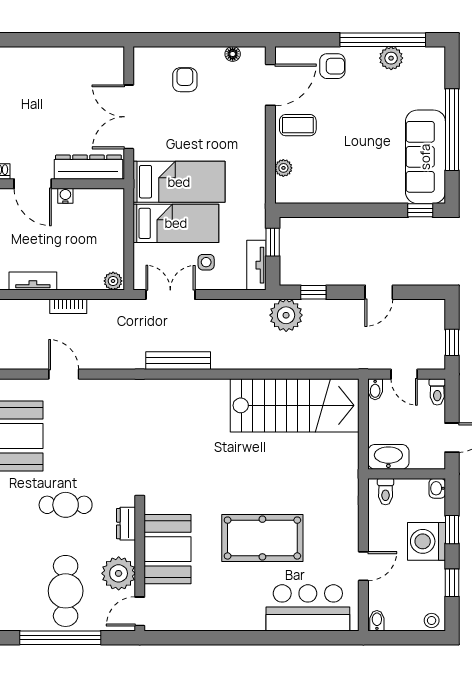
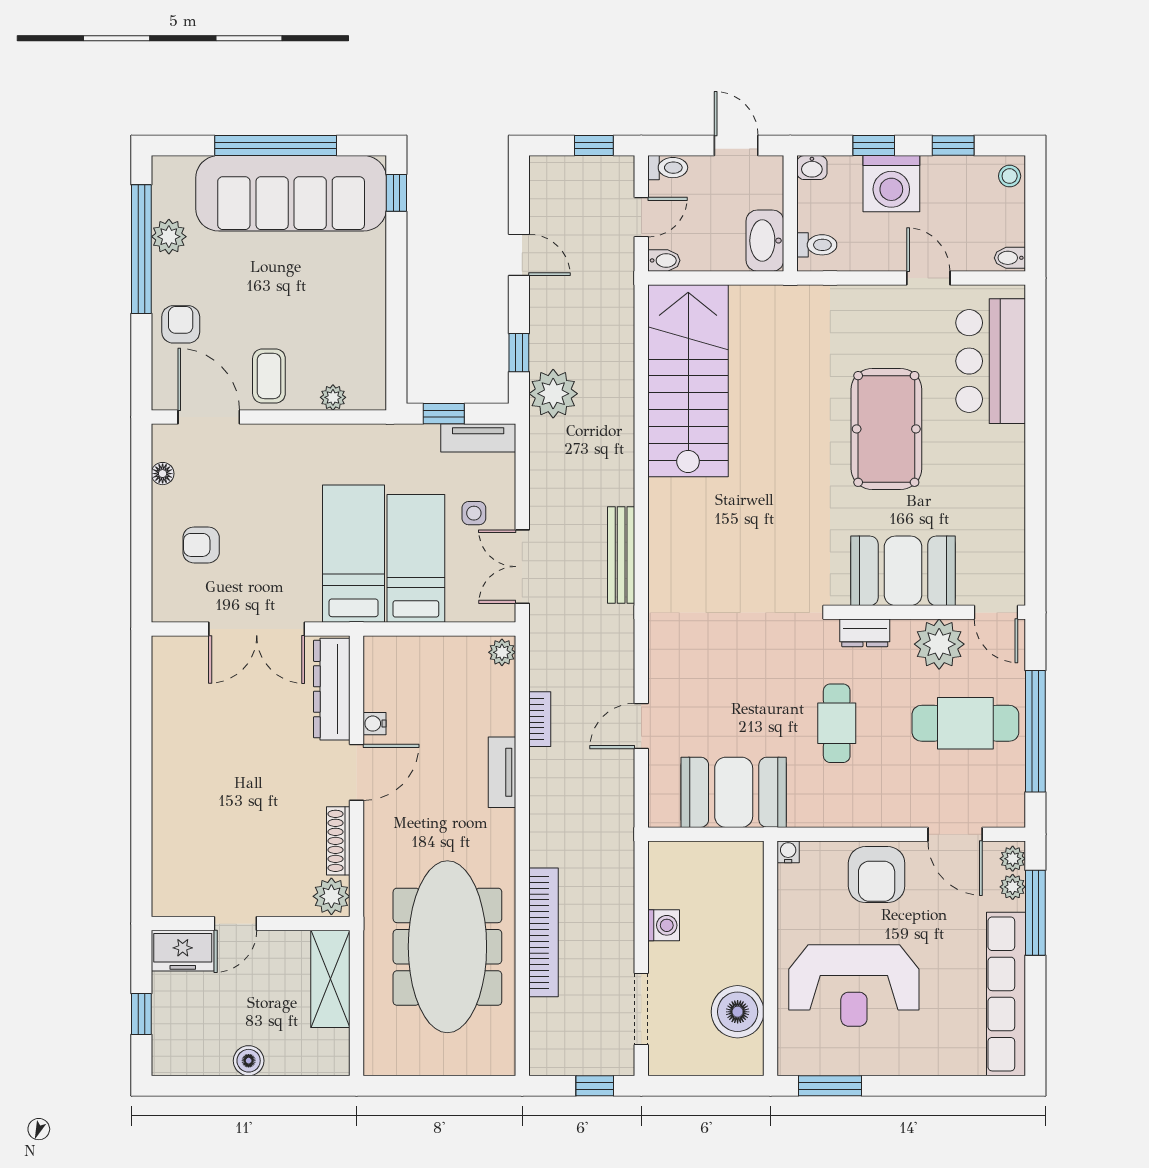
sofa: (425, 157) -> (291, 193), width x1.36, depth x1.27

